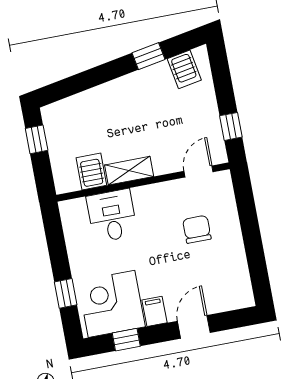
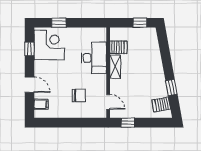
desk: (112, 216) -> (94, 58), width x1.37
filing cabinet: (155, 311) -> (41, 104), moved

